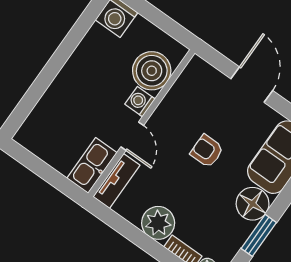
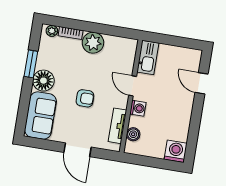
boiler: (152, 71) -> (133, 134), width x0.54, depth x0.54
door: (35, 93) -> (202, 83), added
tv unit: (116, 181) -> (117, 126), moved

